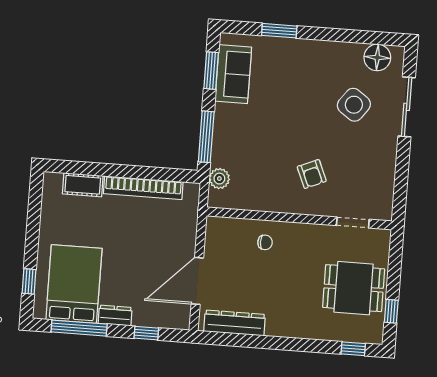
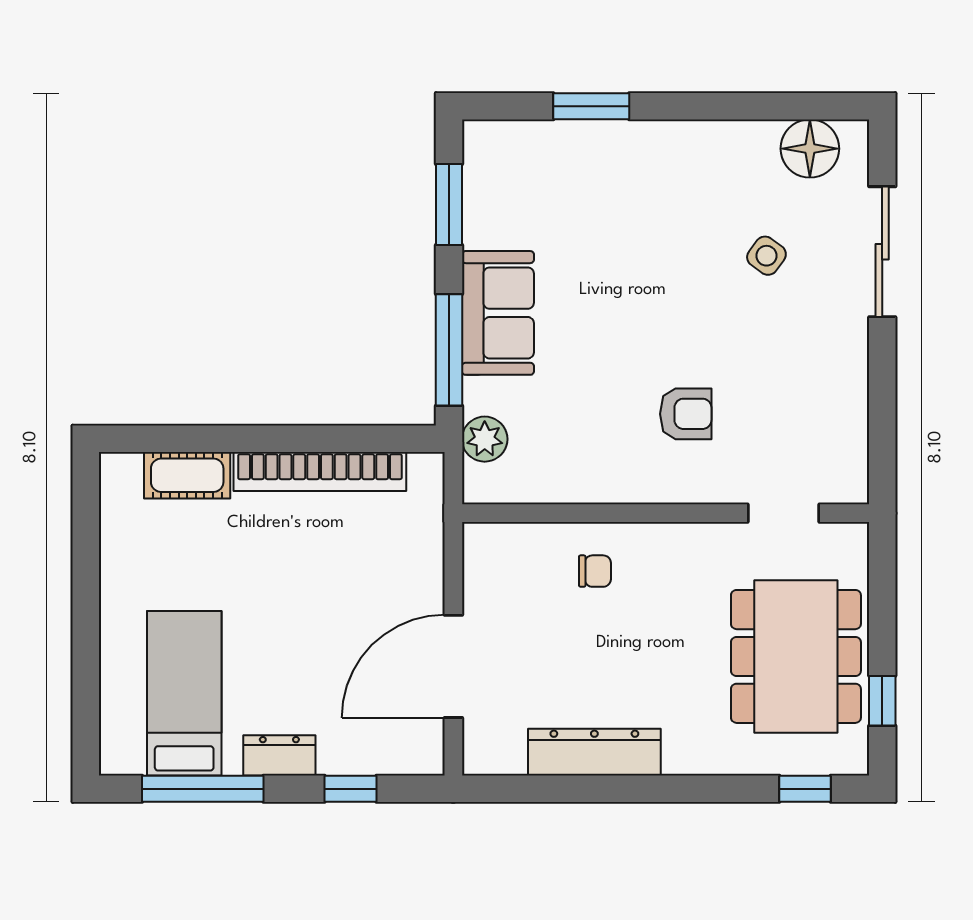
sofa: (233, 74) -> (498, 313), moved
side table: (354, 105) -> (766, 256), width x0.54, depth x0.54
armchair: (312, 174) -> (686, 414), turned -67
window: (29, 281) -> (86, 695), removed
bed: (74, 284) -> (184, 693), width x0.67
dining table: (354, 288) -> (796, 656), width x1.38
dresser: (235, 323) -> (594, 752), moved

